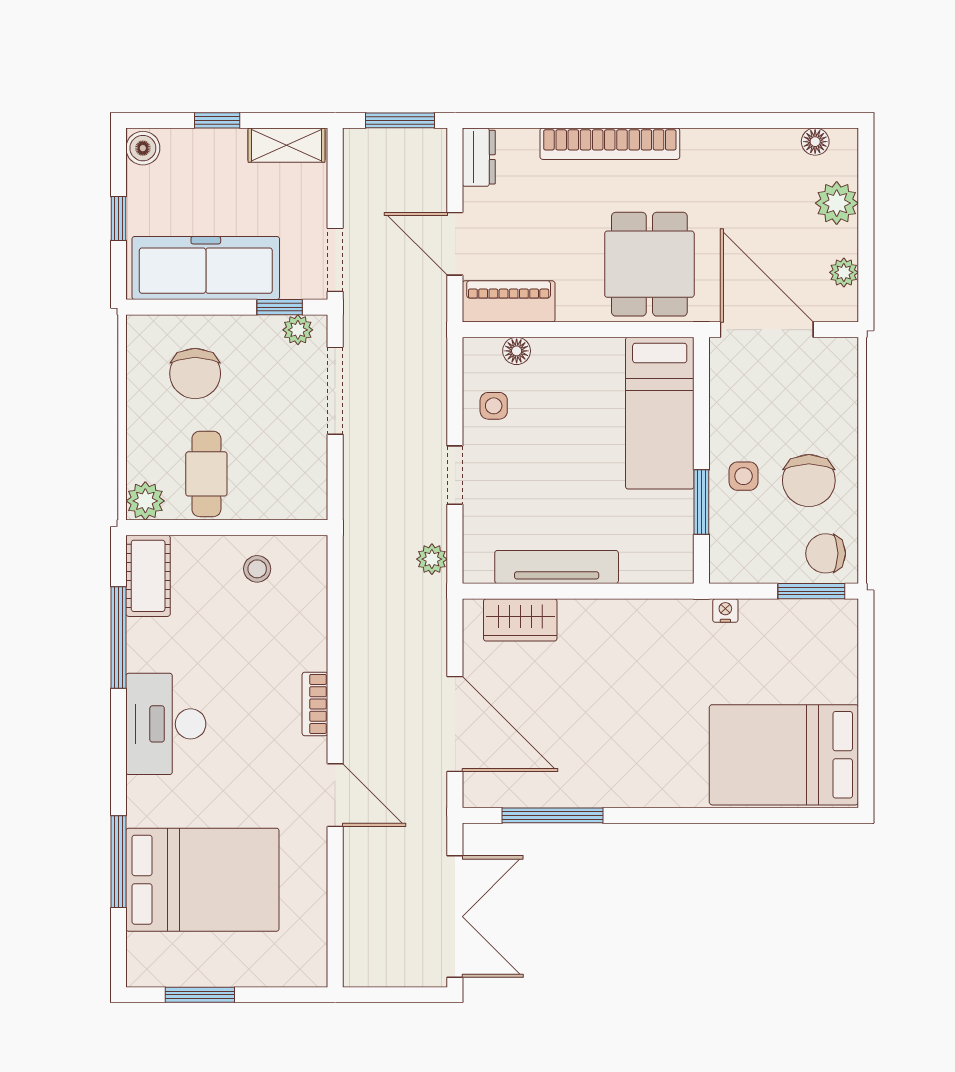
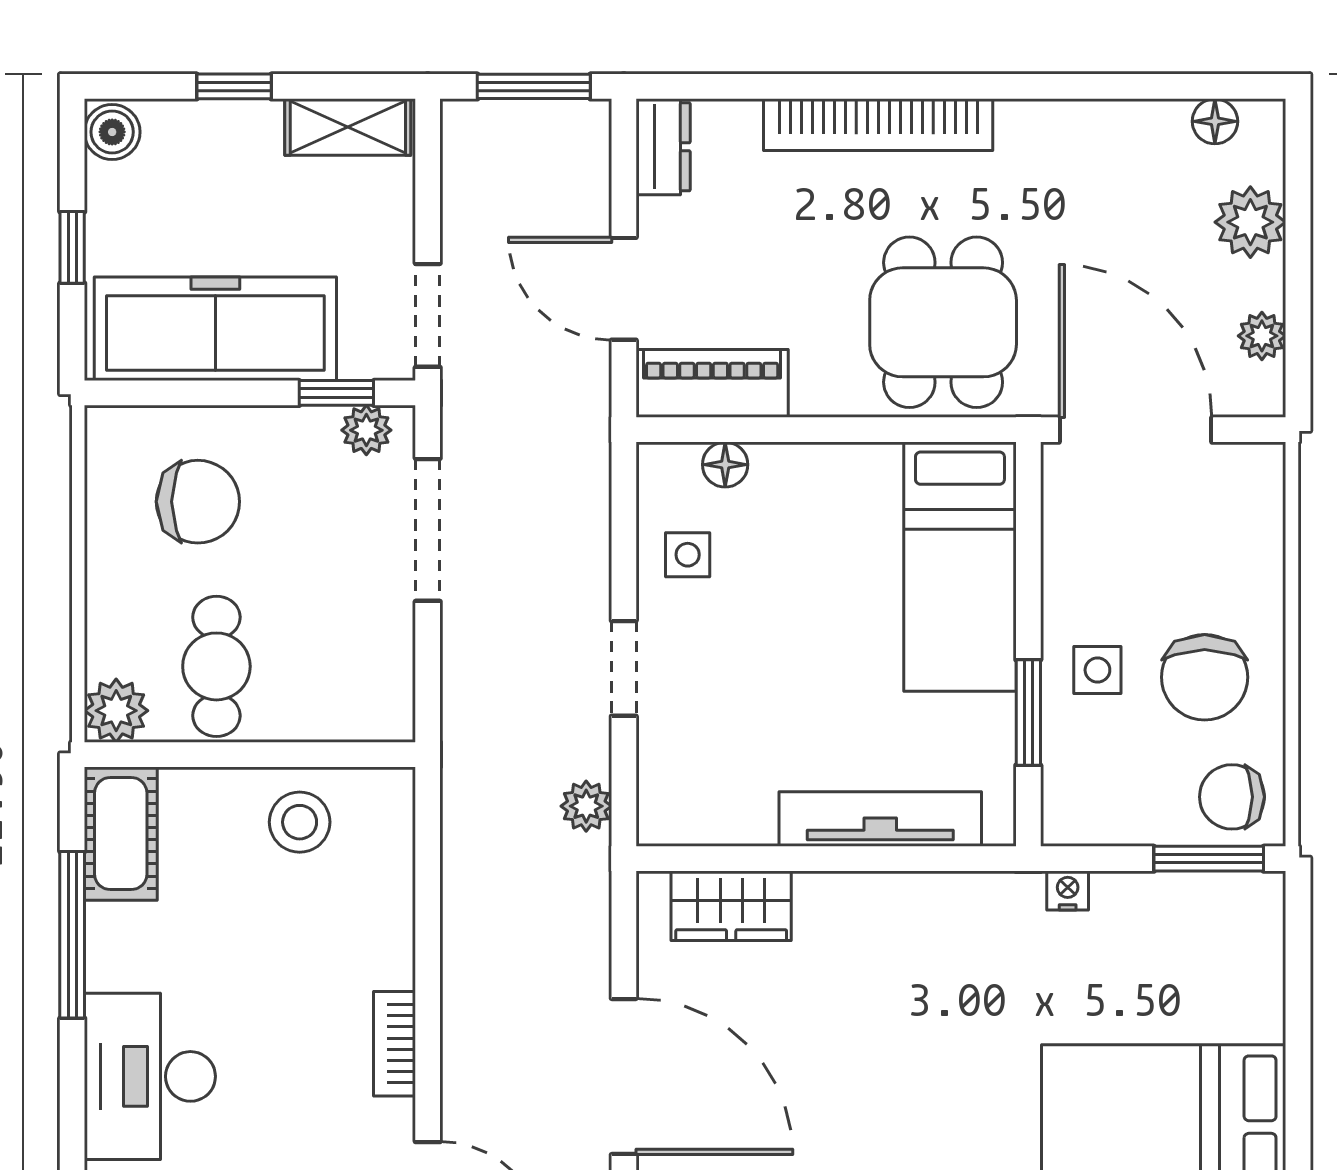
chair: (195, 374) -> (198, 502), turned -90
tv unit: (557, 567) -> (880, 819), moved
stool: (257, 569) -> (300, 822), width x1.37, depth x1.37

